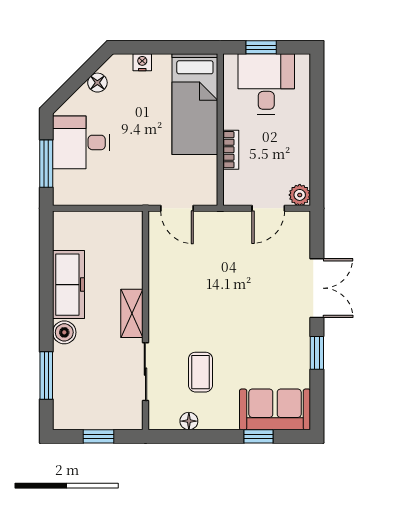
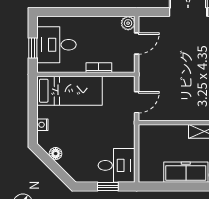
desk: (81, 142) -> (117, 165), moved, turned -90
window: (46, 164) -> (108, 187), width x0.67
door: (268, 208) -> (137, 43), hinge flipped

